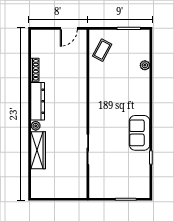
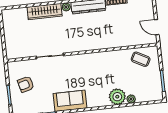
plant: (141, 80) -> (117, 97), added
armchair: (116, 180) -> (26, 84), added

